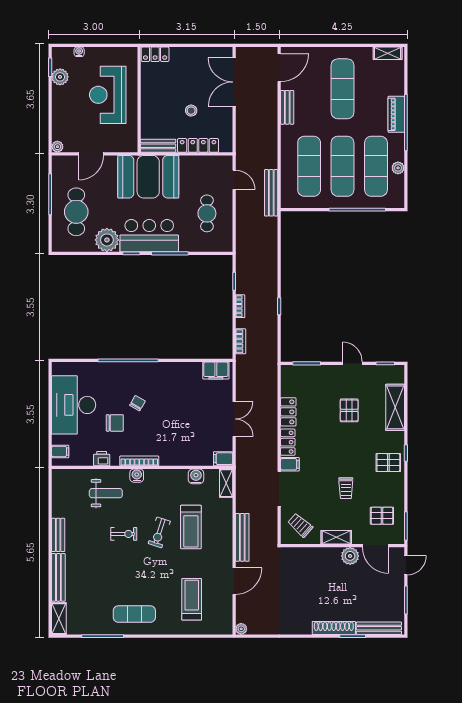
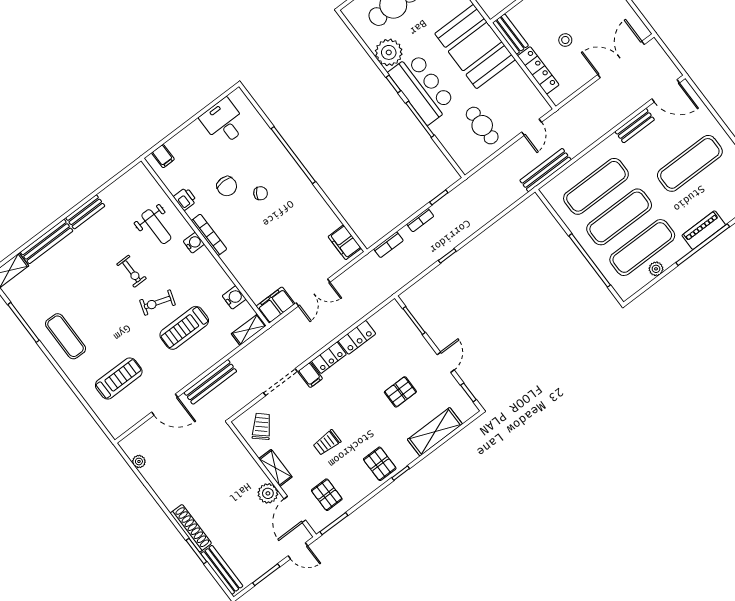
cafe table: (207, 213) -> (482, 126), turned 90
desk: (74, 405) -> (224, 122), width x0.53, depth x0.77
filing cabinet: (223, 459) -> (276, 305), width x2.00
plant: (241, 629) -> (139, 461), moved

